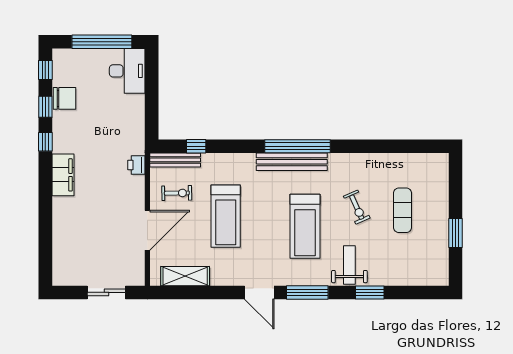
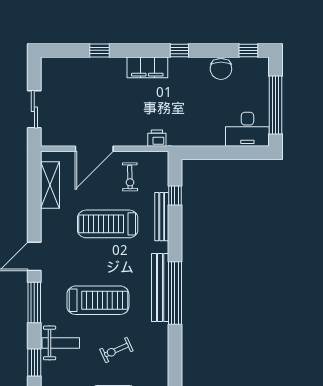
window: (45, 107) -> (100, 50), moved
bench: (175, 160) -> (162, 217), moved
treadmill: (305, 226) -> (98, 300), turned 180
door: (147, 230) -> (94, 149), hinge flipped

